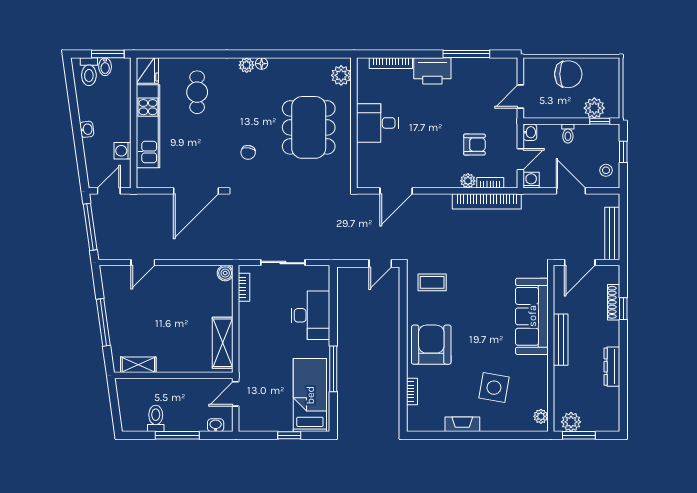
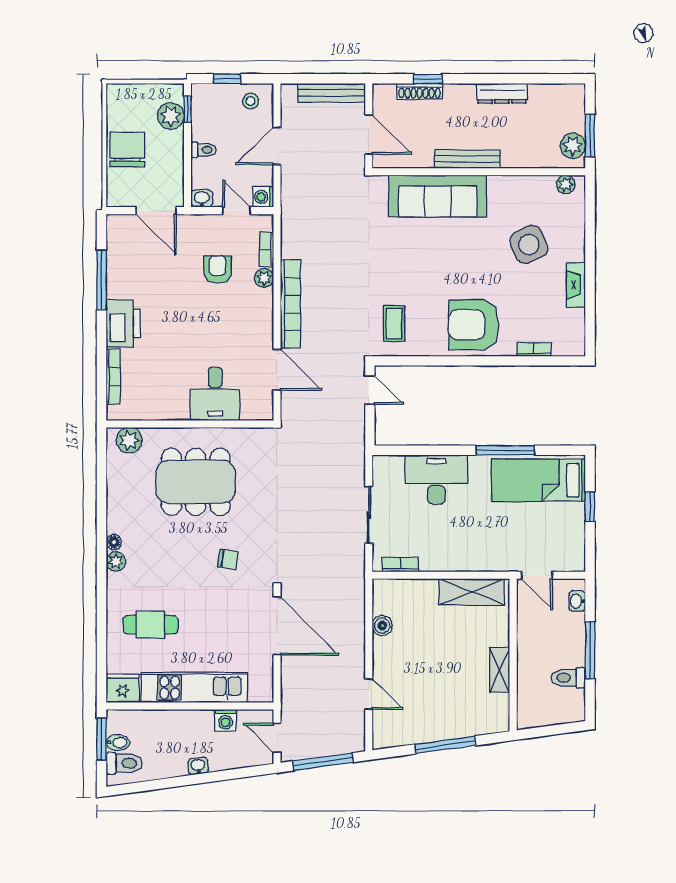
door: (520, 97) -> (156, 211), width x1.38
desk: (377, 123) -> (215, 394), moved
bookcase: (487, 201) -> (290, 304), moved
boiler: (225, 273) -> (382, 626), moved
shelving: (138, 365) -> (500, 670), moved
side table: (494, 388) -> (529, 244), turned -34

